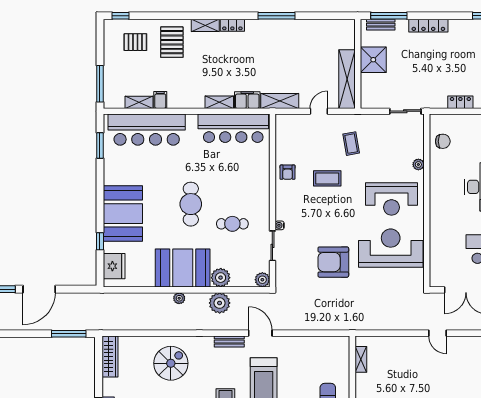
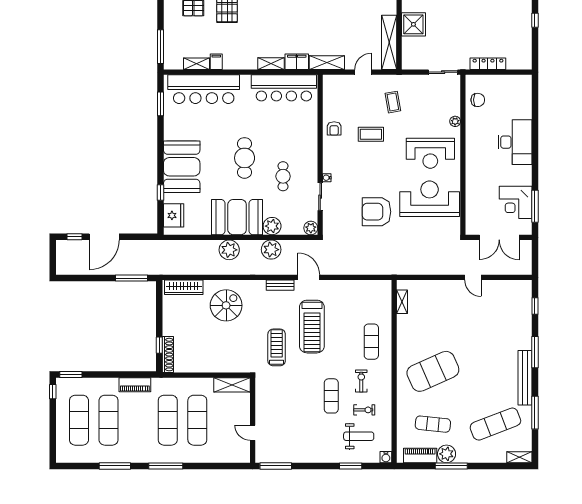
locker: (460, 102) -> (488, 64), width x1.53
cafe table: (232, 224) -> (283, 176), turned 90
plant: (179, 298) -> (229, 250), width x1.87, depth x1.87
wardrobe: (110, 356) -> (184, 287), moved, turned 90

